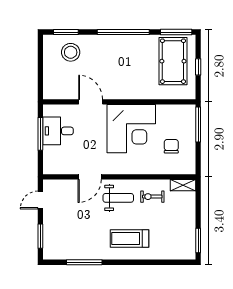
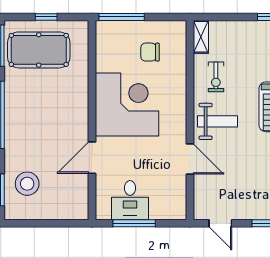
weight bench: (118, 198) -> (218, 121), turned 90

